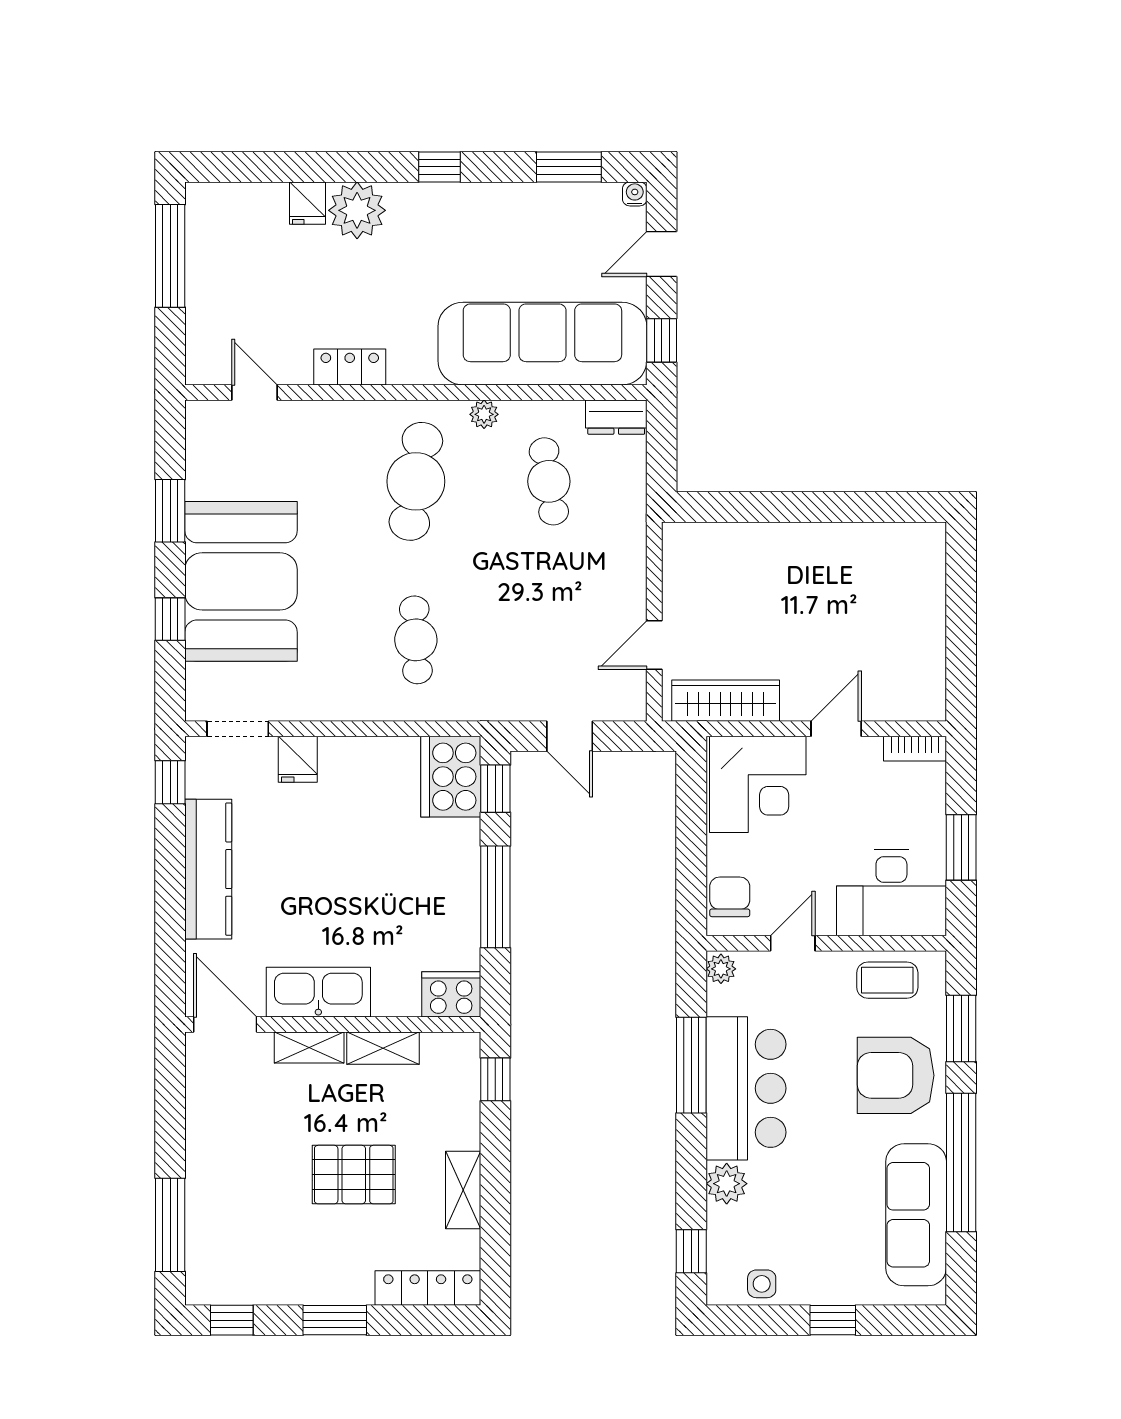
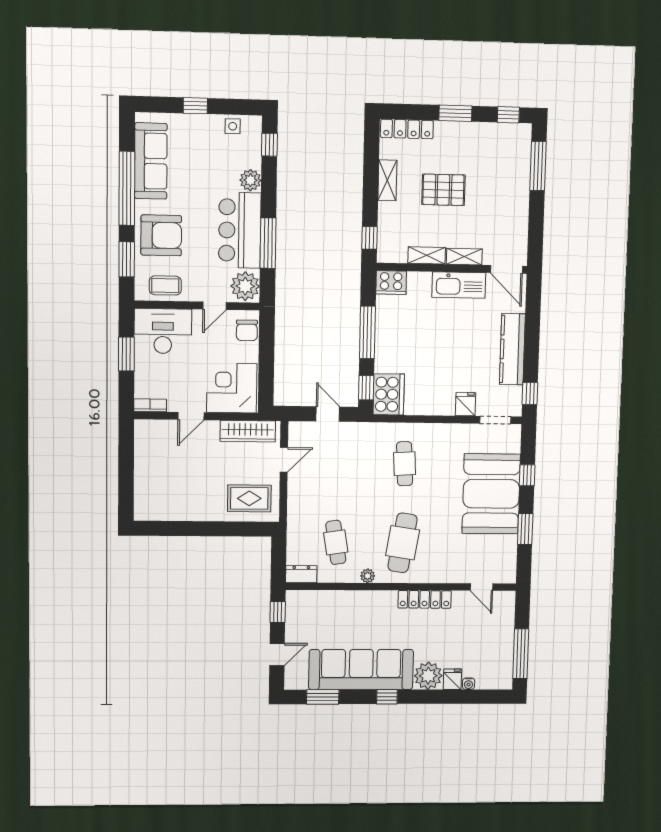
water cooler: (635, 194) -> (469, 684), moved
sofa: (542, 344) -> (361, 670), moved, turned 180
locker: (350, 367) -> (425, 599), width x1.53
rug: (721, 568) -> (249, 498), added
plant: (721, 969) -> (245, 286), width x1.88, depth x1.88

